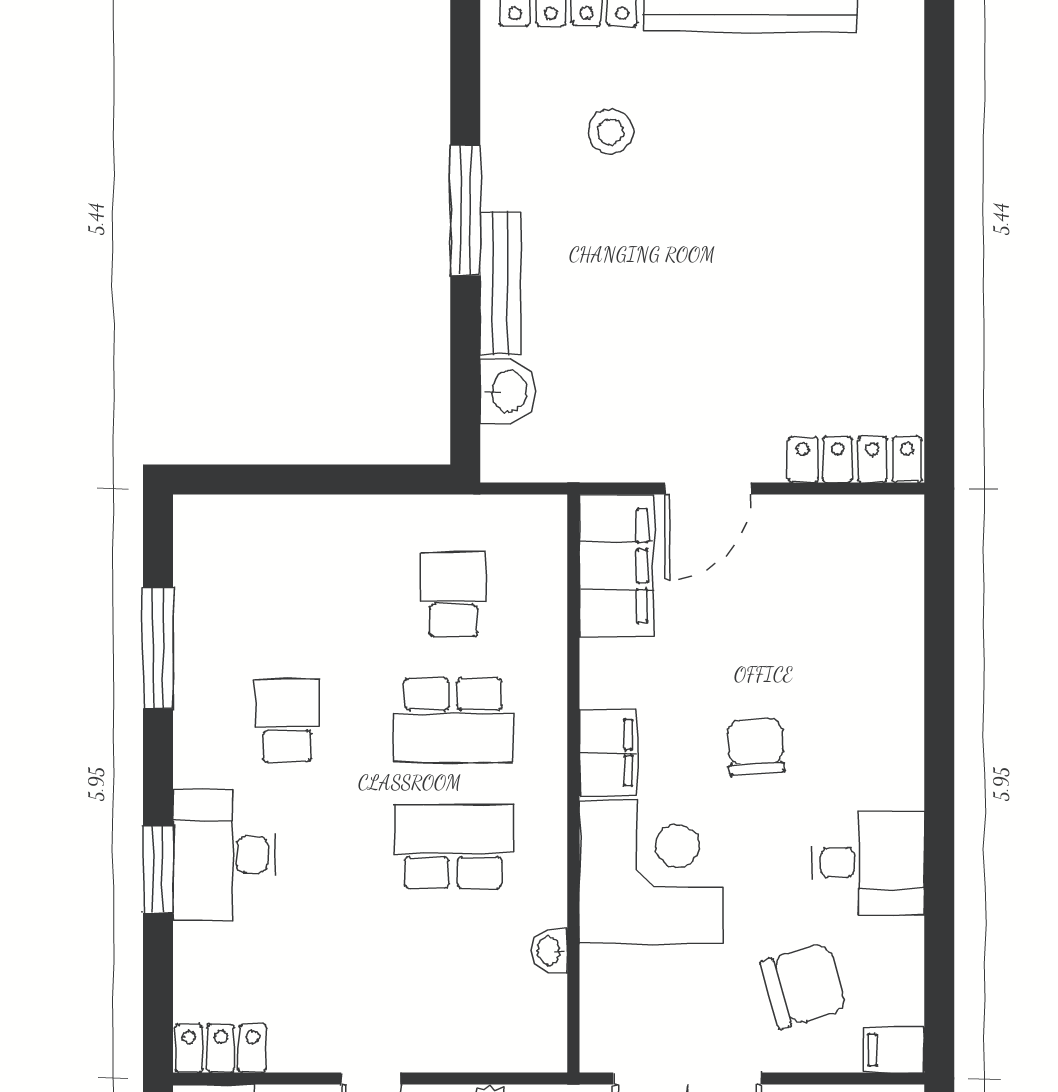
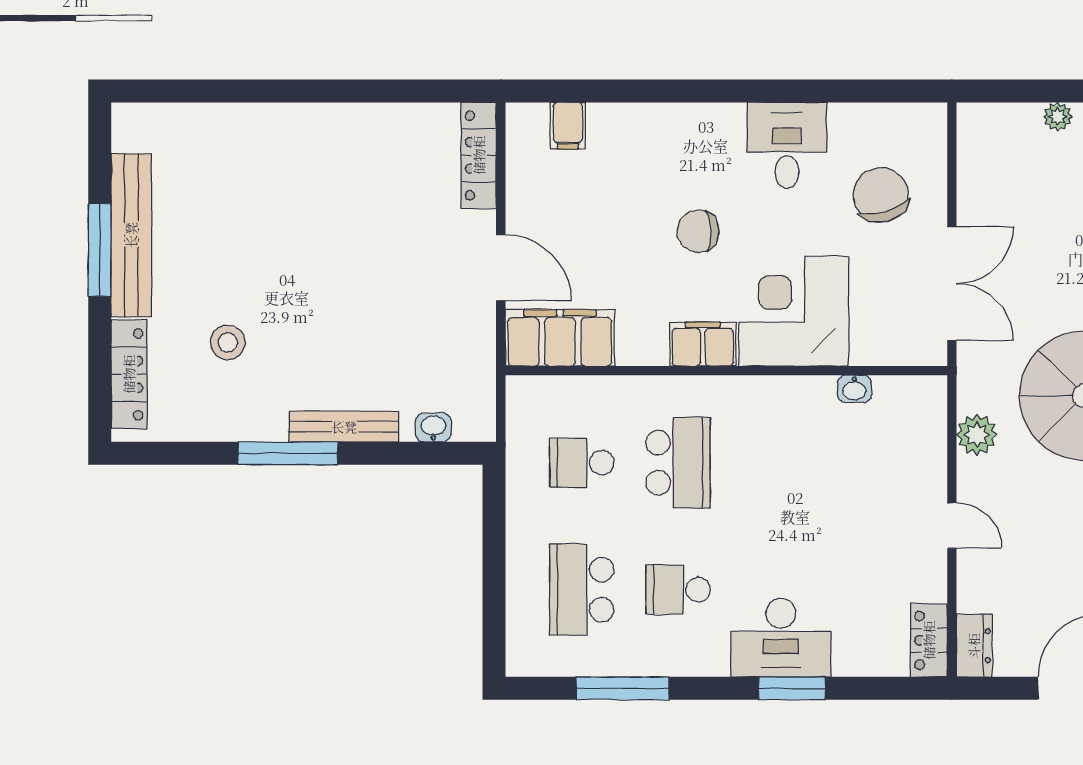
washbasin: (508, 391) -> (433, 427), width x0.72, depth x0.69
school desk: (453, 847) -> (582, 590), moved
filing cabinet: (894, 1050) -> (568, 126), moved

